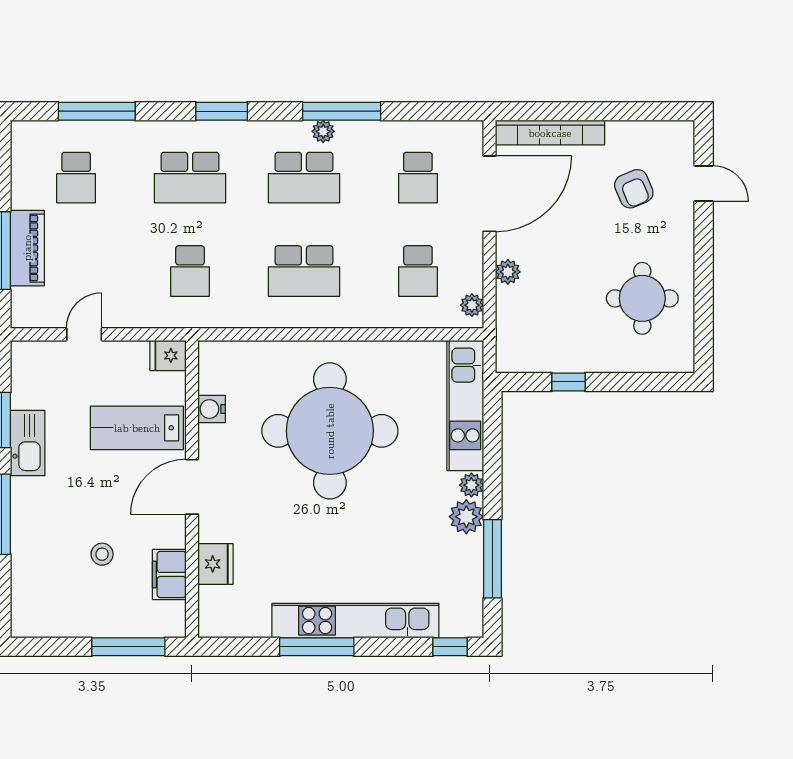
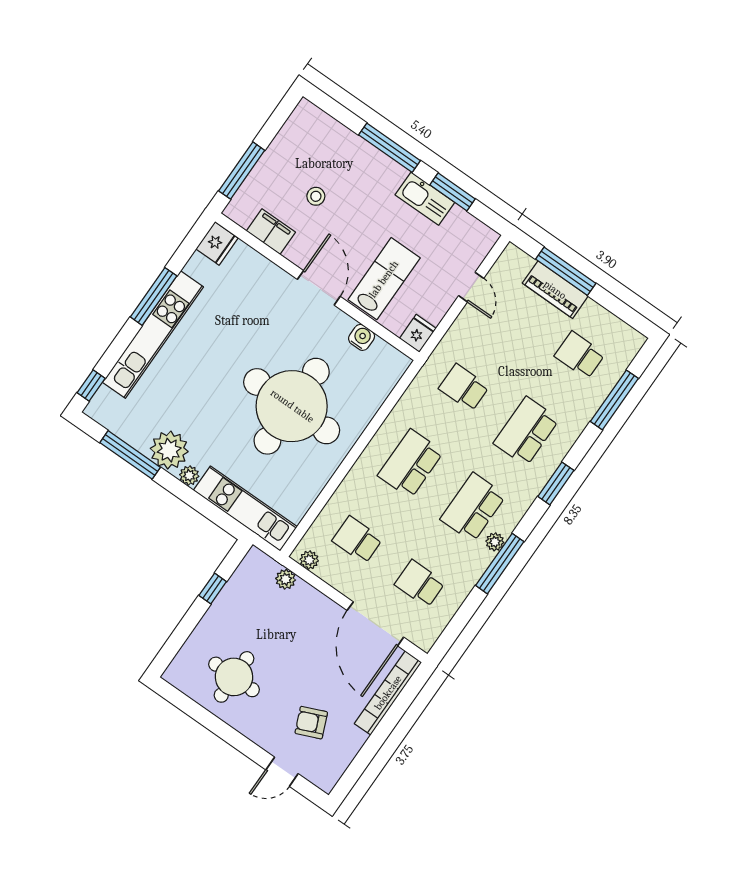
plant: (508, 272) -> (286, 579), moved
plant: (466, 517) -> (169, 450), width x1.36, depth x1.36
fridge: (215, 564) -> (217, 244), moved, turned -90

